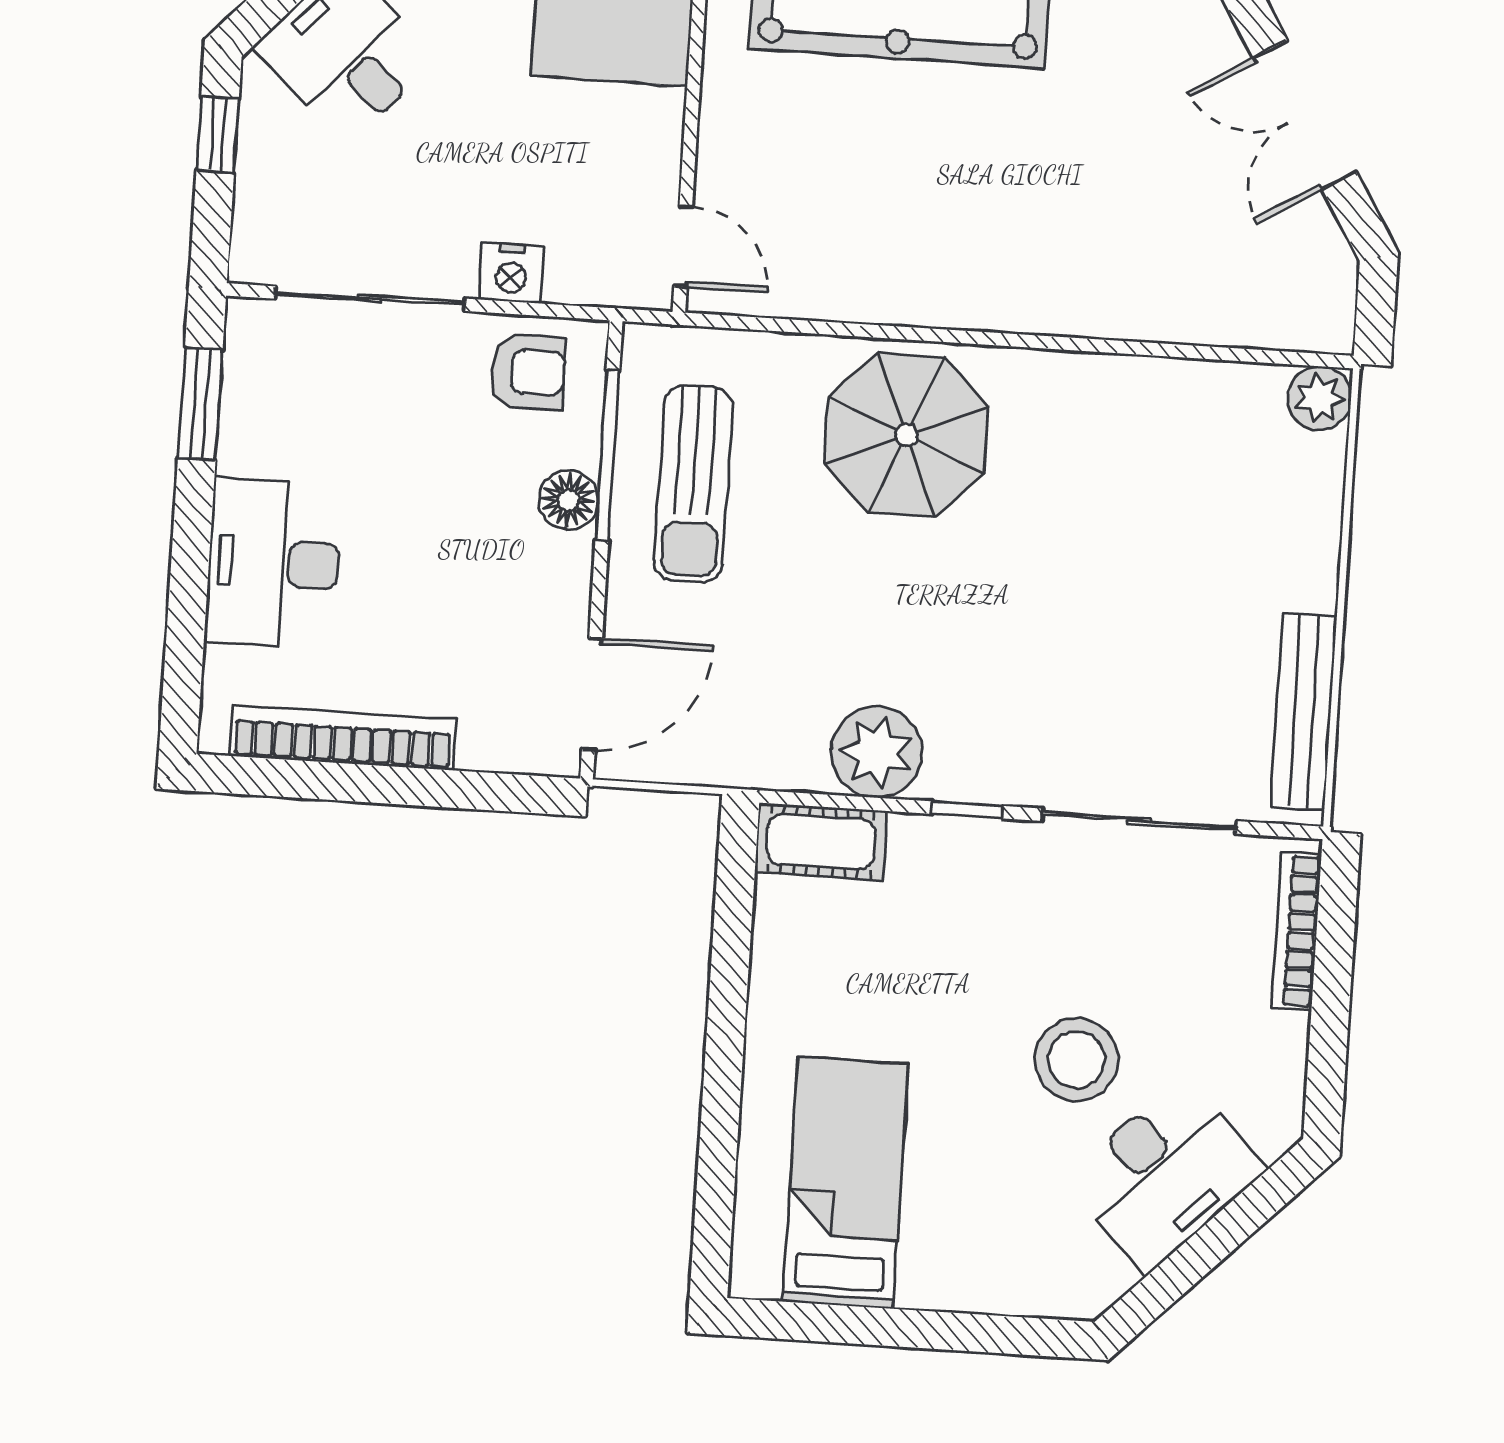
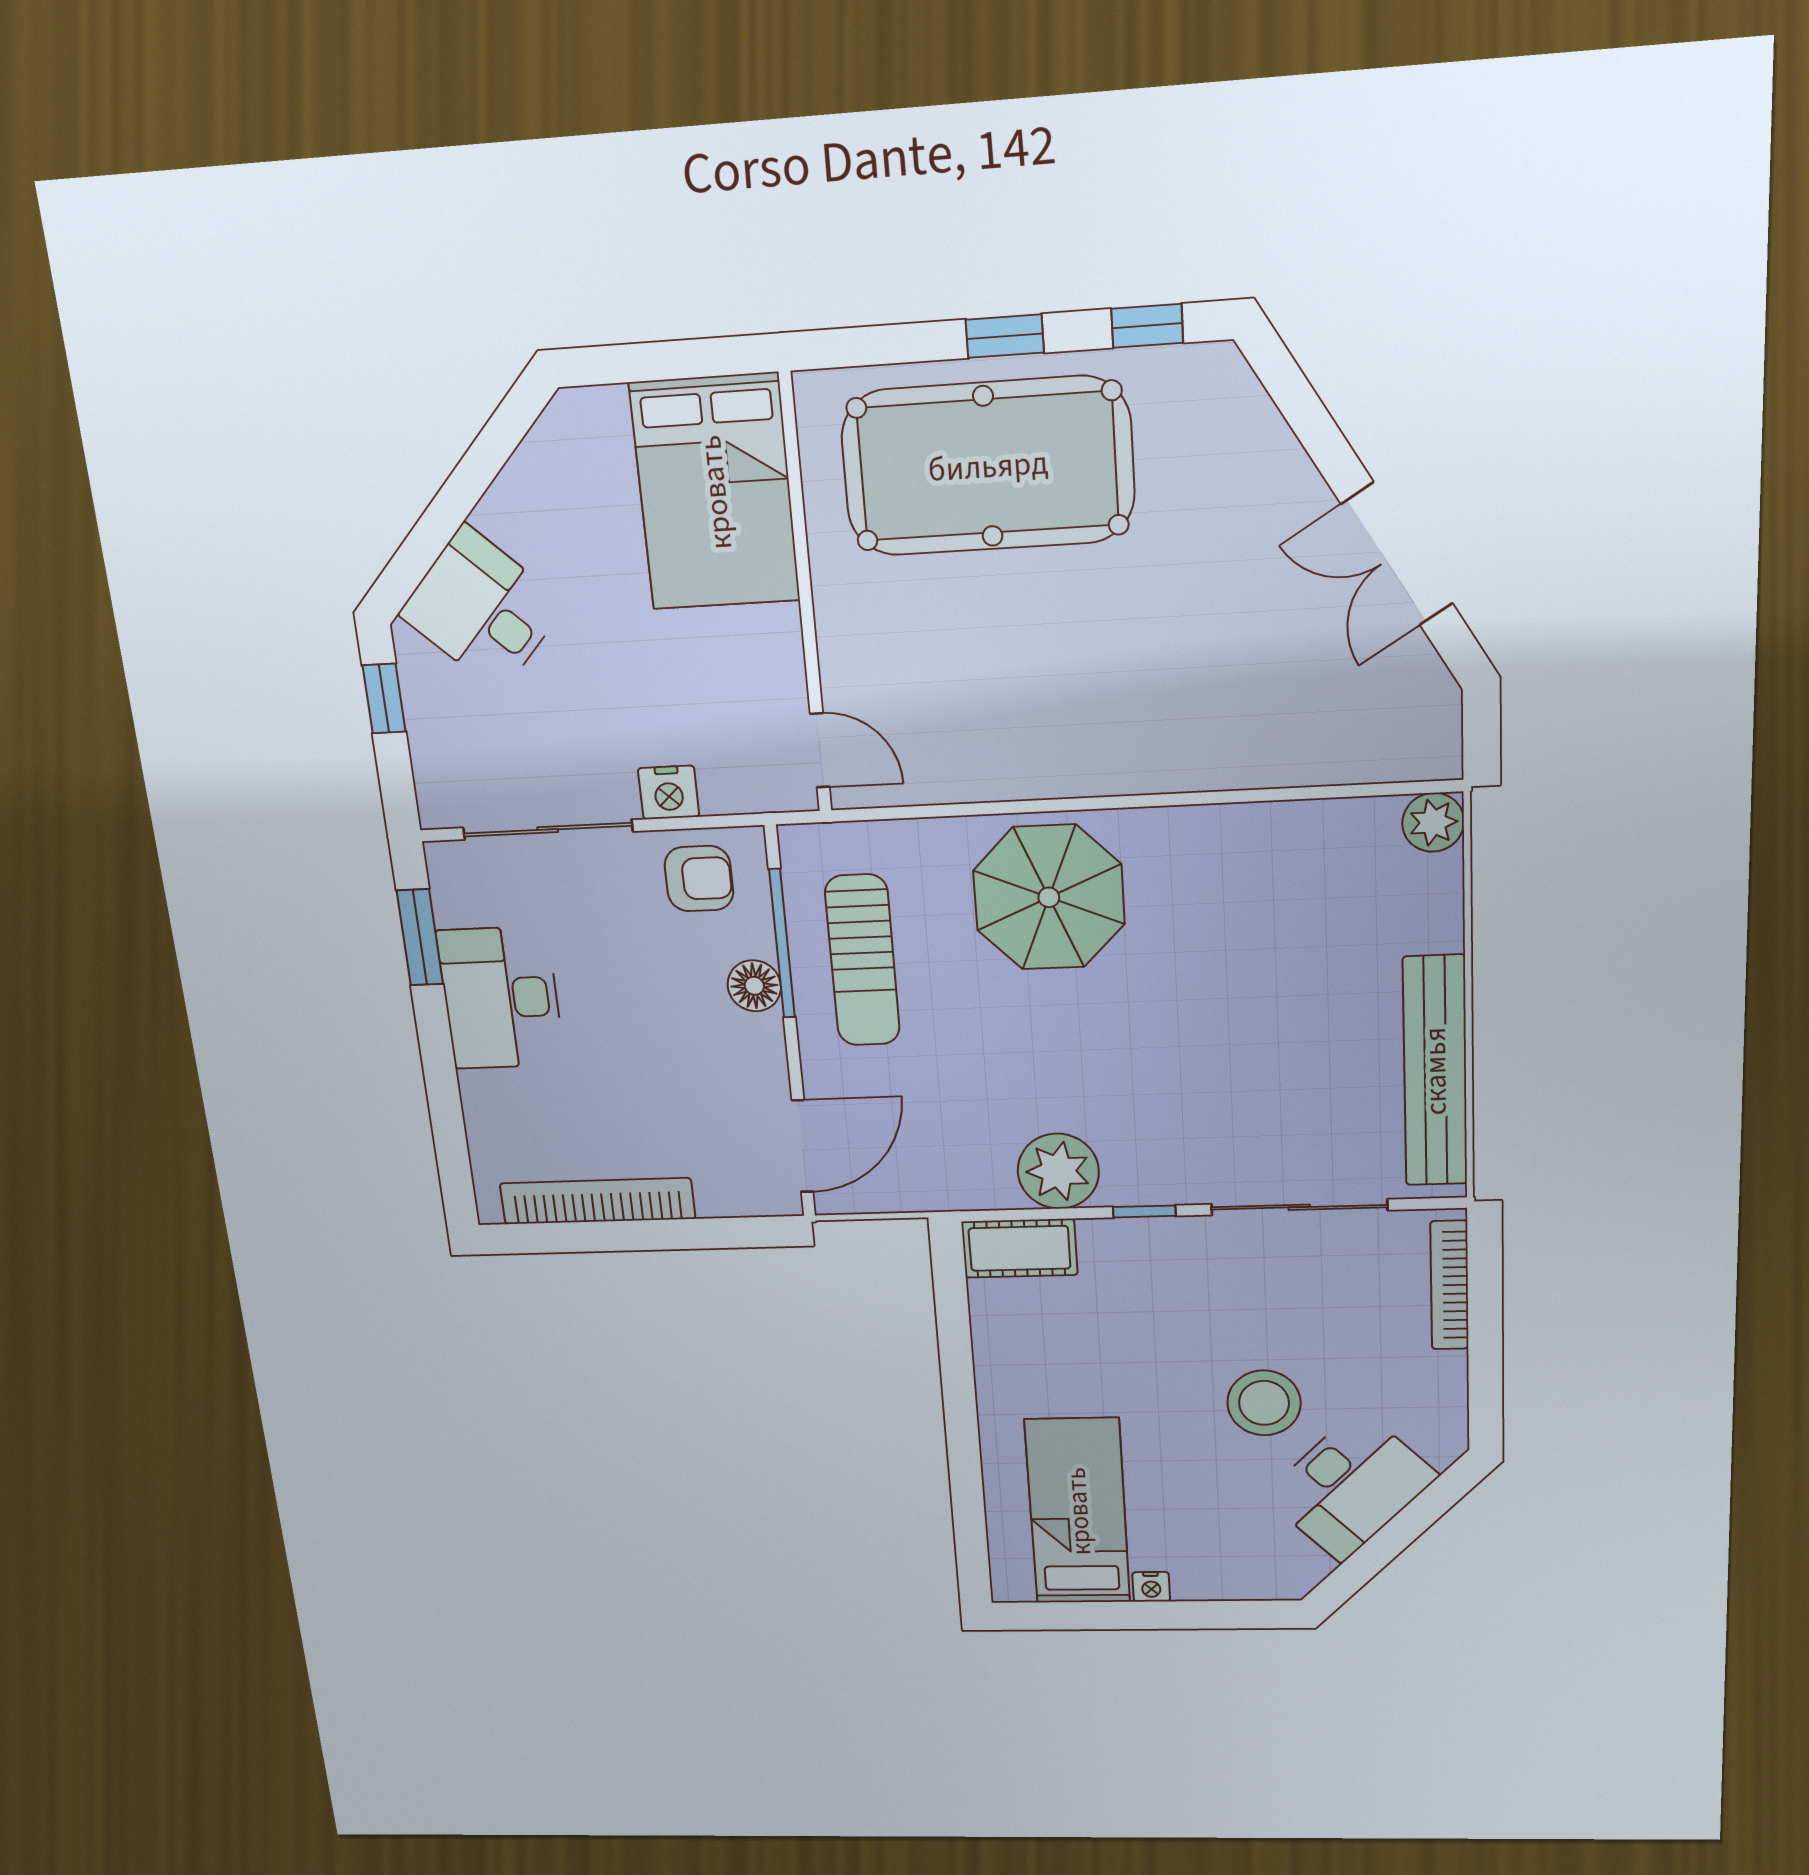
desk: (273, 563) -> (501, 998), moved
bench: (1304, 712) -> (1435, 1071), width x1.37, depth x1.21
nightstand: (920, 1290) -> (1151, 1587), added

